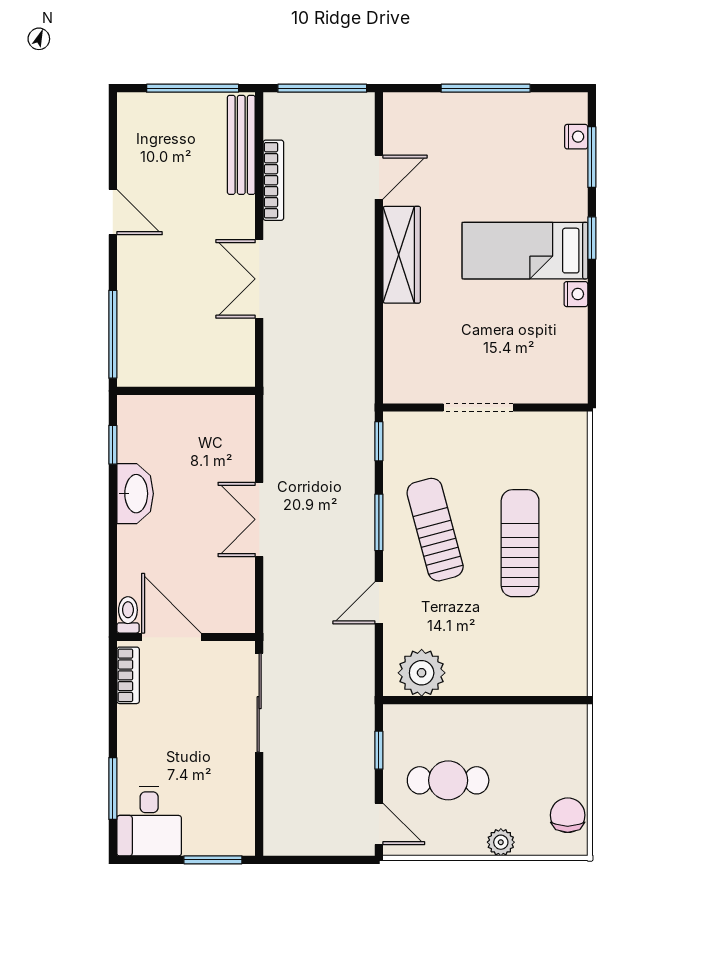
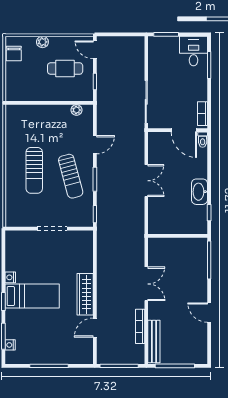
plant: (422, 673) -> (76, 110), width x0.53, depth x0.53

